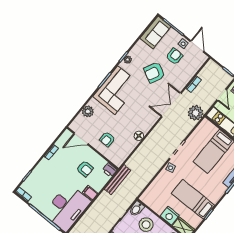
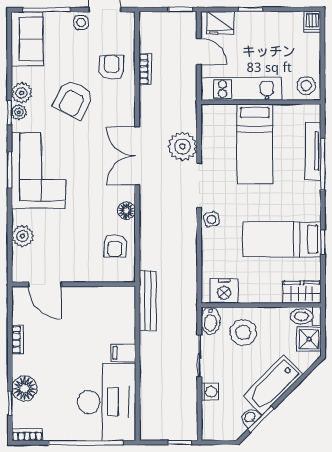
plant: (135, 53) -> (22, 93), added
armchair: (174, 56) -> (112, 67), moved
double door: (171, 105) -> (137, 156), moved
plant: (196, 113) -> (182, 146), moved
door: (81, 139) -> (45, 284), hinge flipped
armchair: (107, 139) -> (115, 246), moved
armchair: (85, 169) -> (87, 324), removed
printer: (110, 170) -> (124, 296), removed
floor lamp: (38, 175) -> (24, 389), added
nightstand: (170, 216) -> (224, 291), moved

